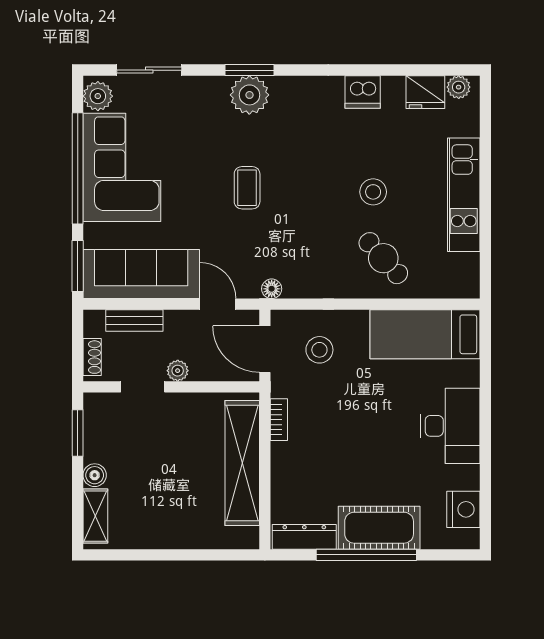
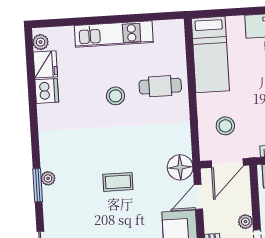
dishwasher: (363, 92) -> (47, 91), moved
plant: (249, 95) -> (48, 178), width x0.53, depth x0.53
cafe table: (383, 258) -> (160, 86), turned 42
floor lamp: (272, 289) -> (180, 167), width x1.89, depth x1.89

